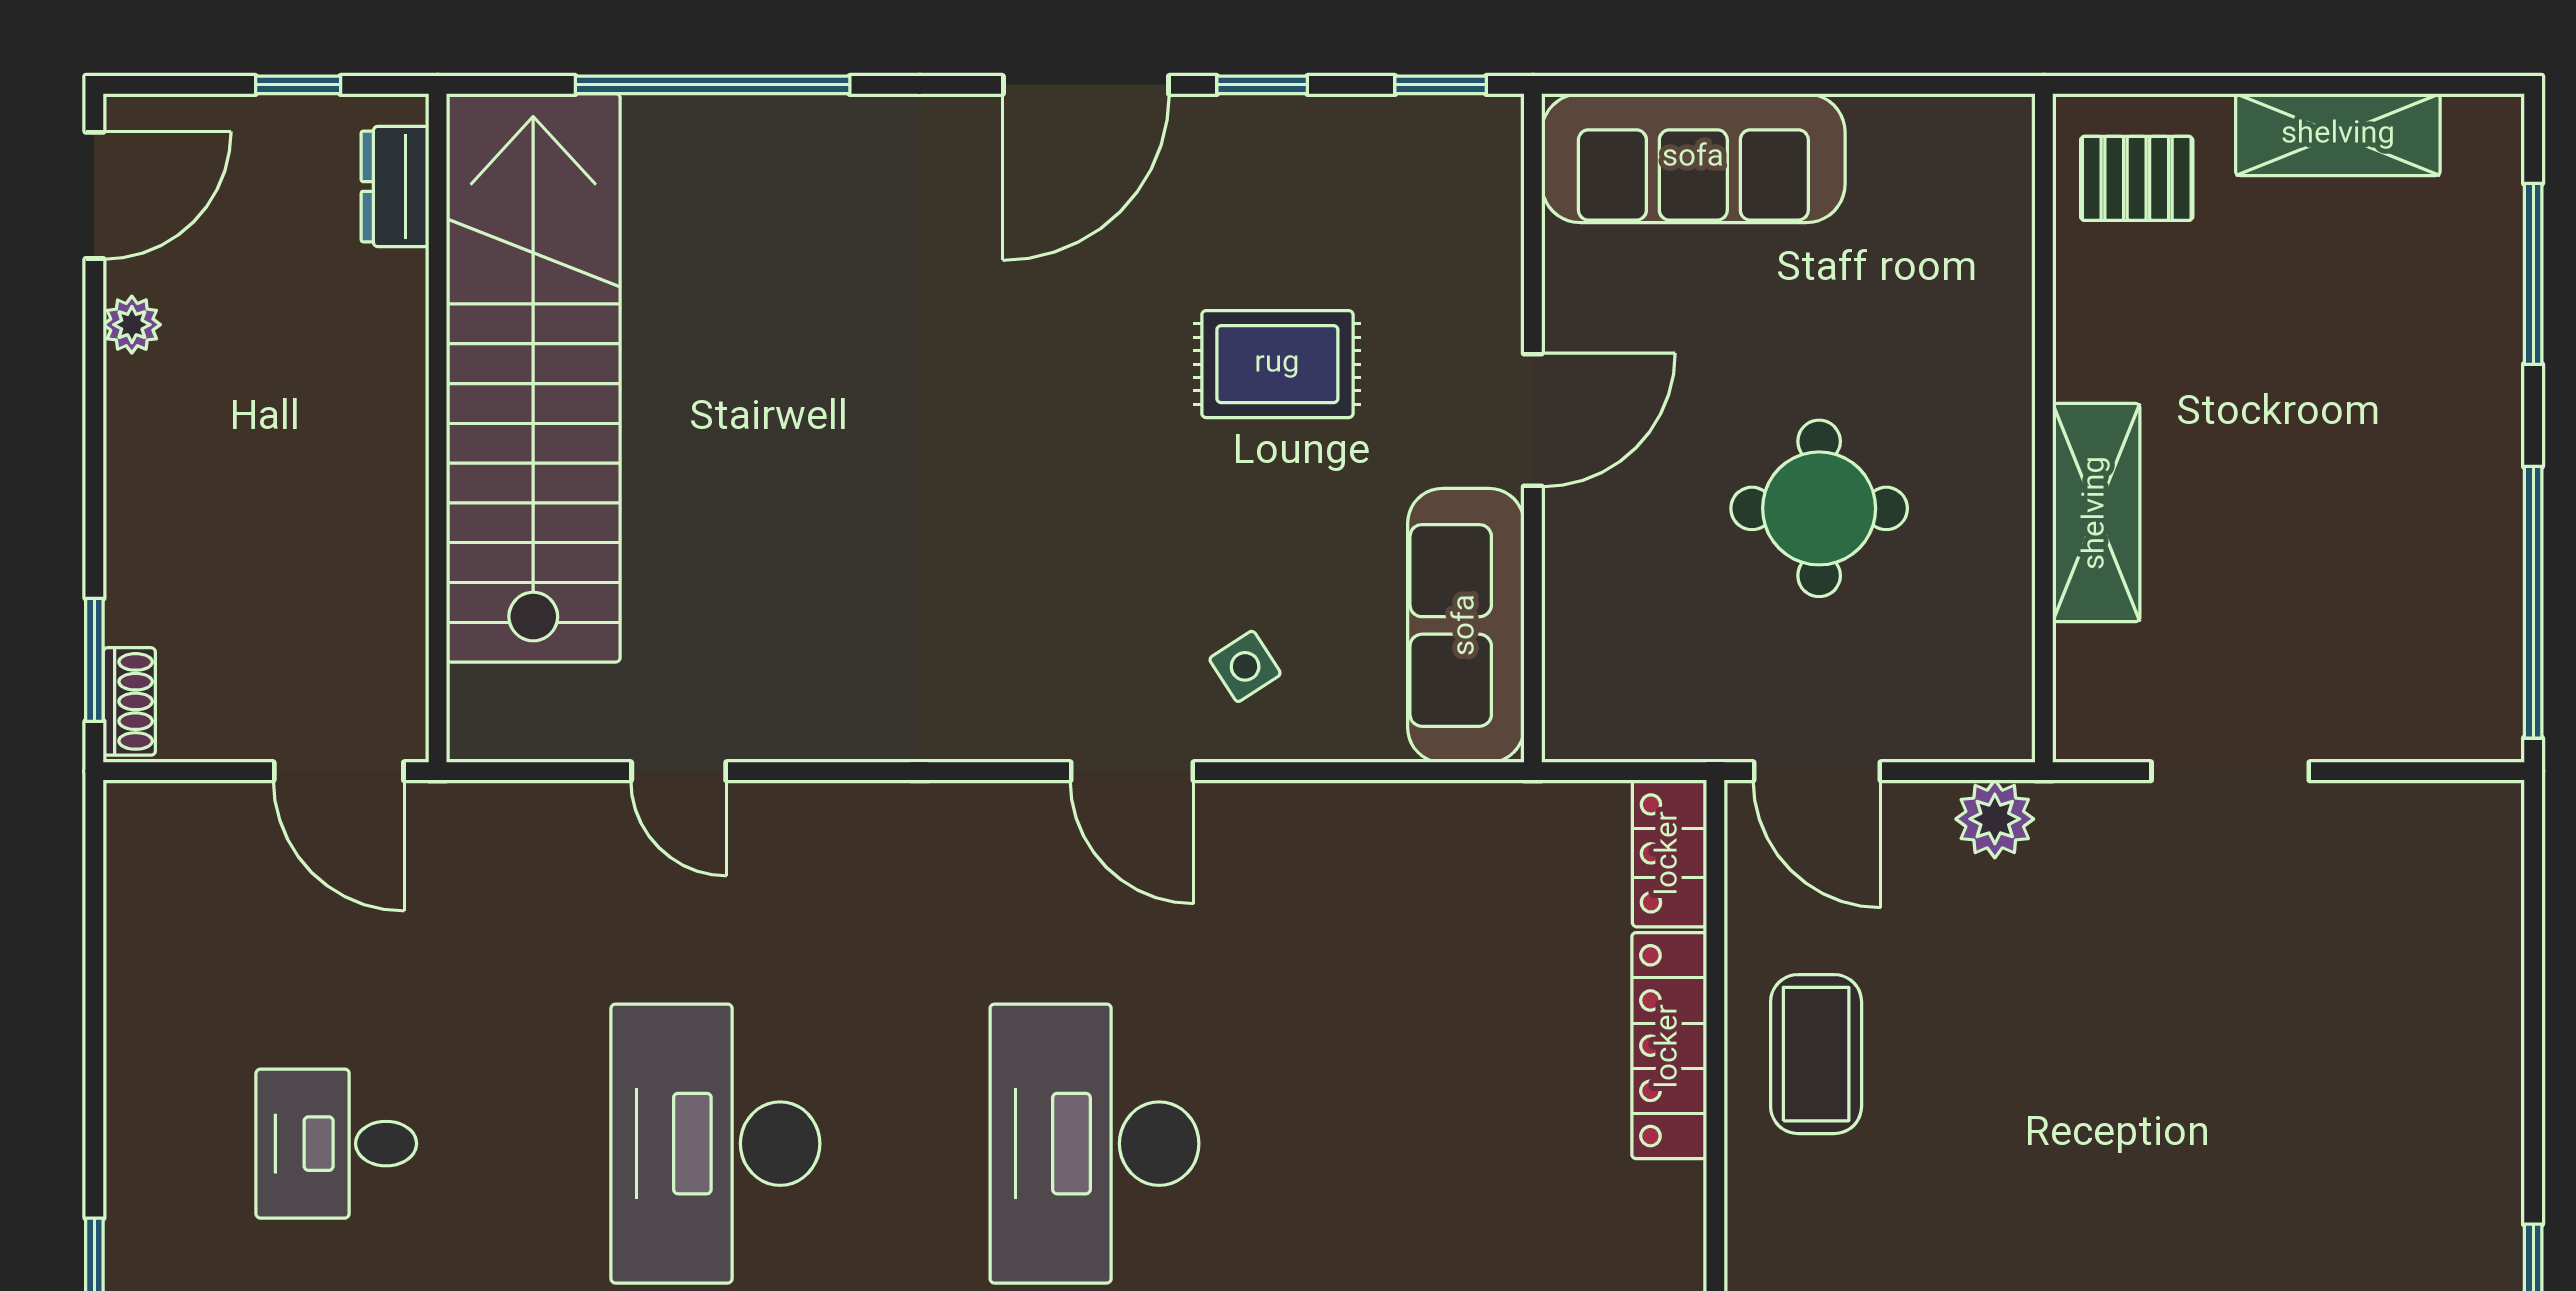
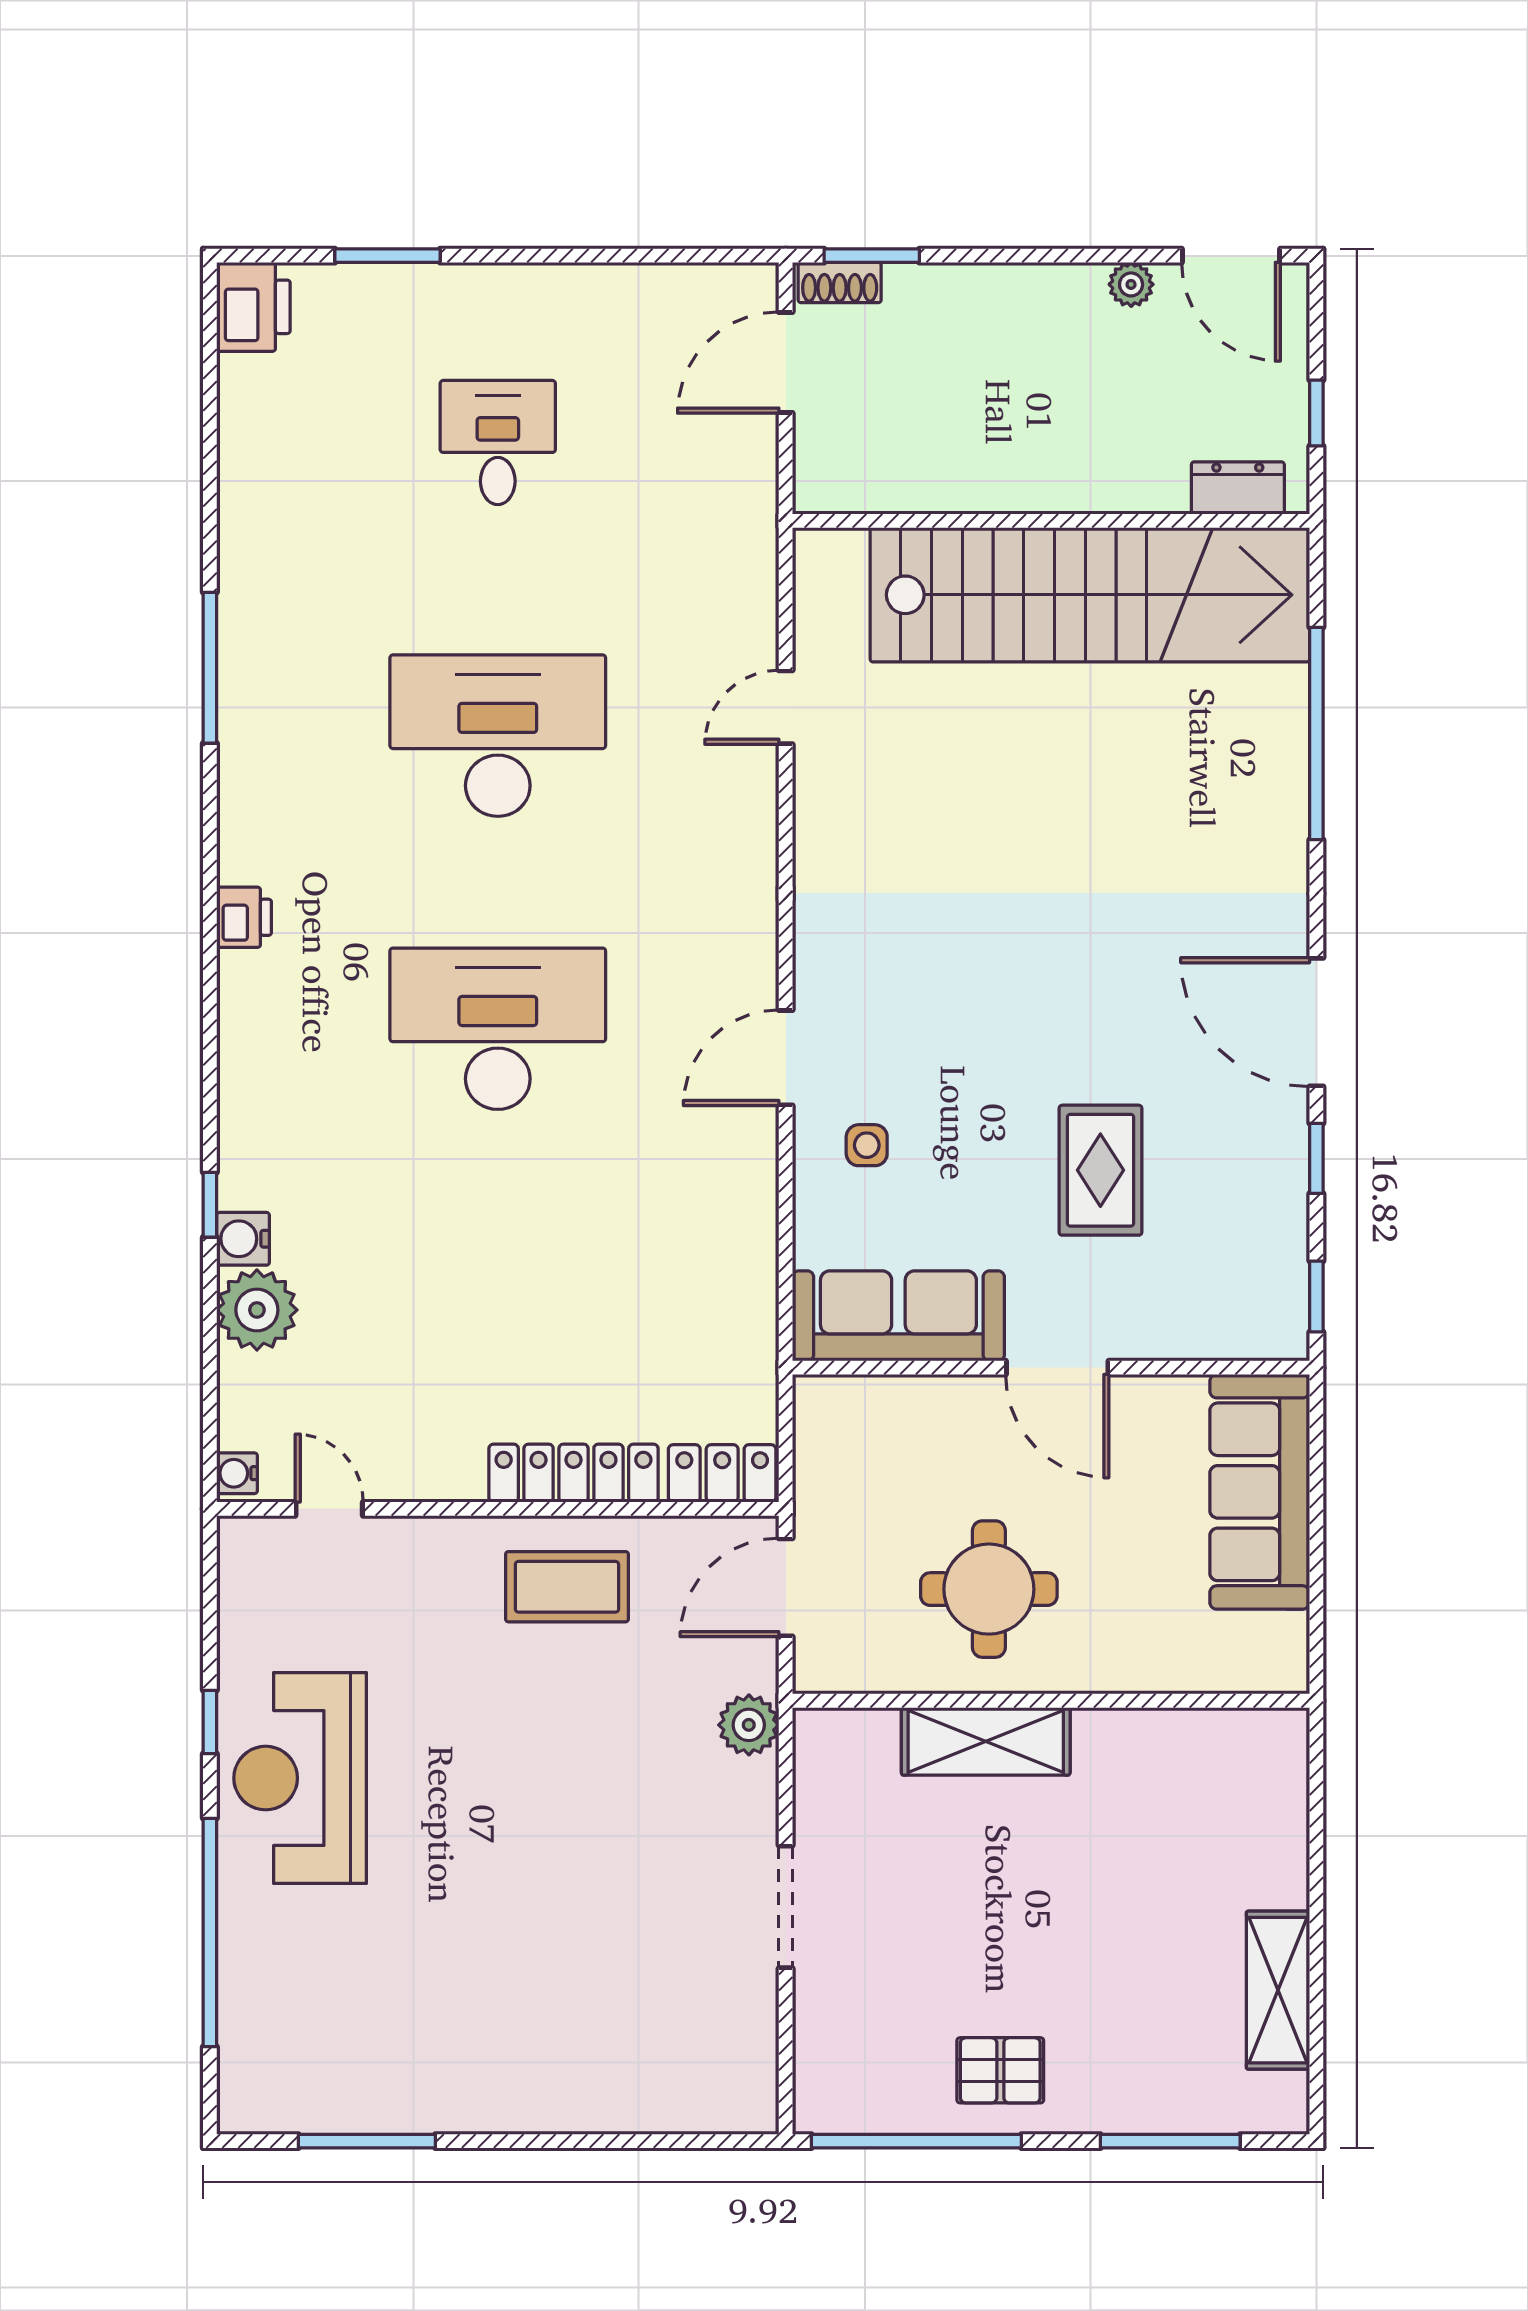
pallet: (2137, 178) -> (1000, 2070), moved, turned 90
wall: (2044, 428) -> (1051, 1701), moved
shelving: (2096, 513) -> (986, 1741), moved
side table: (1245, 666) -> (867, 1145), turned 33
door: (339, 771) -> (786, 363), moved

